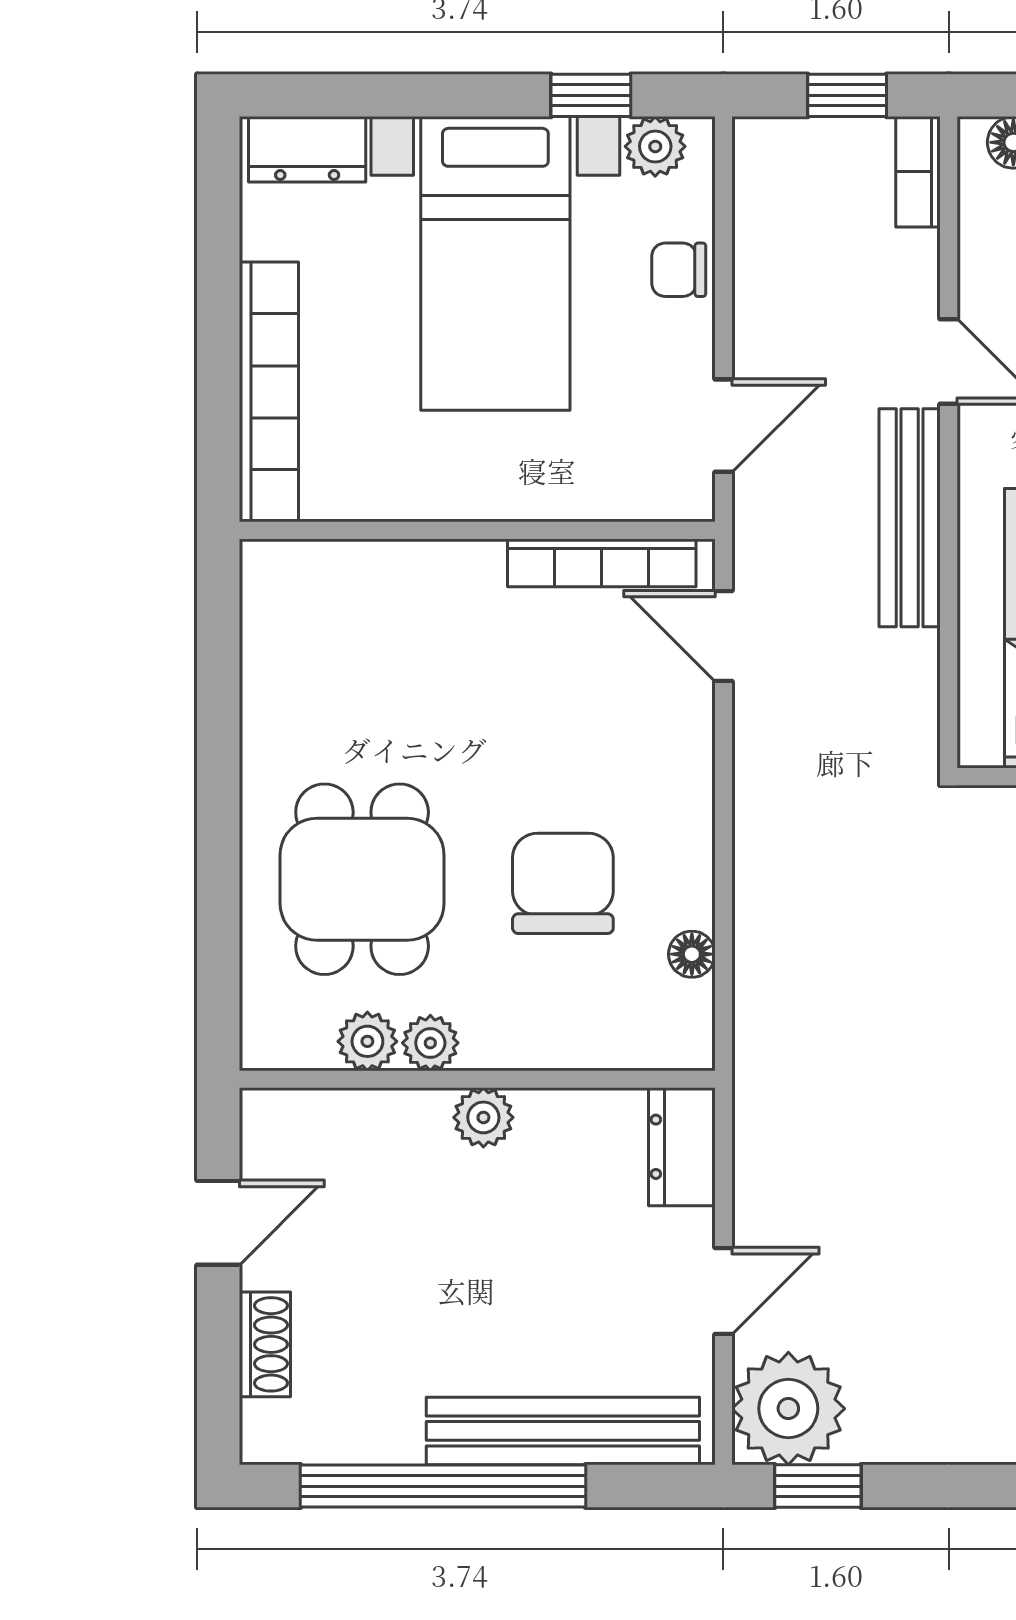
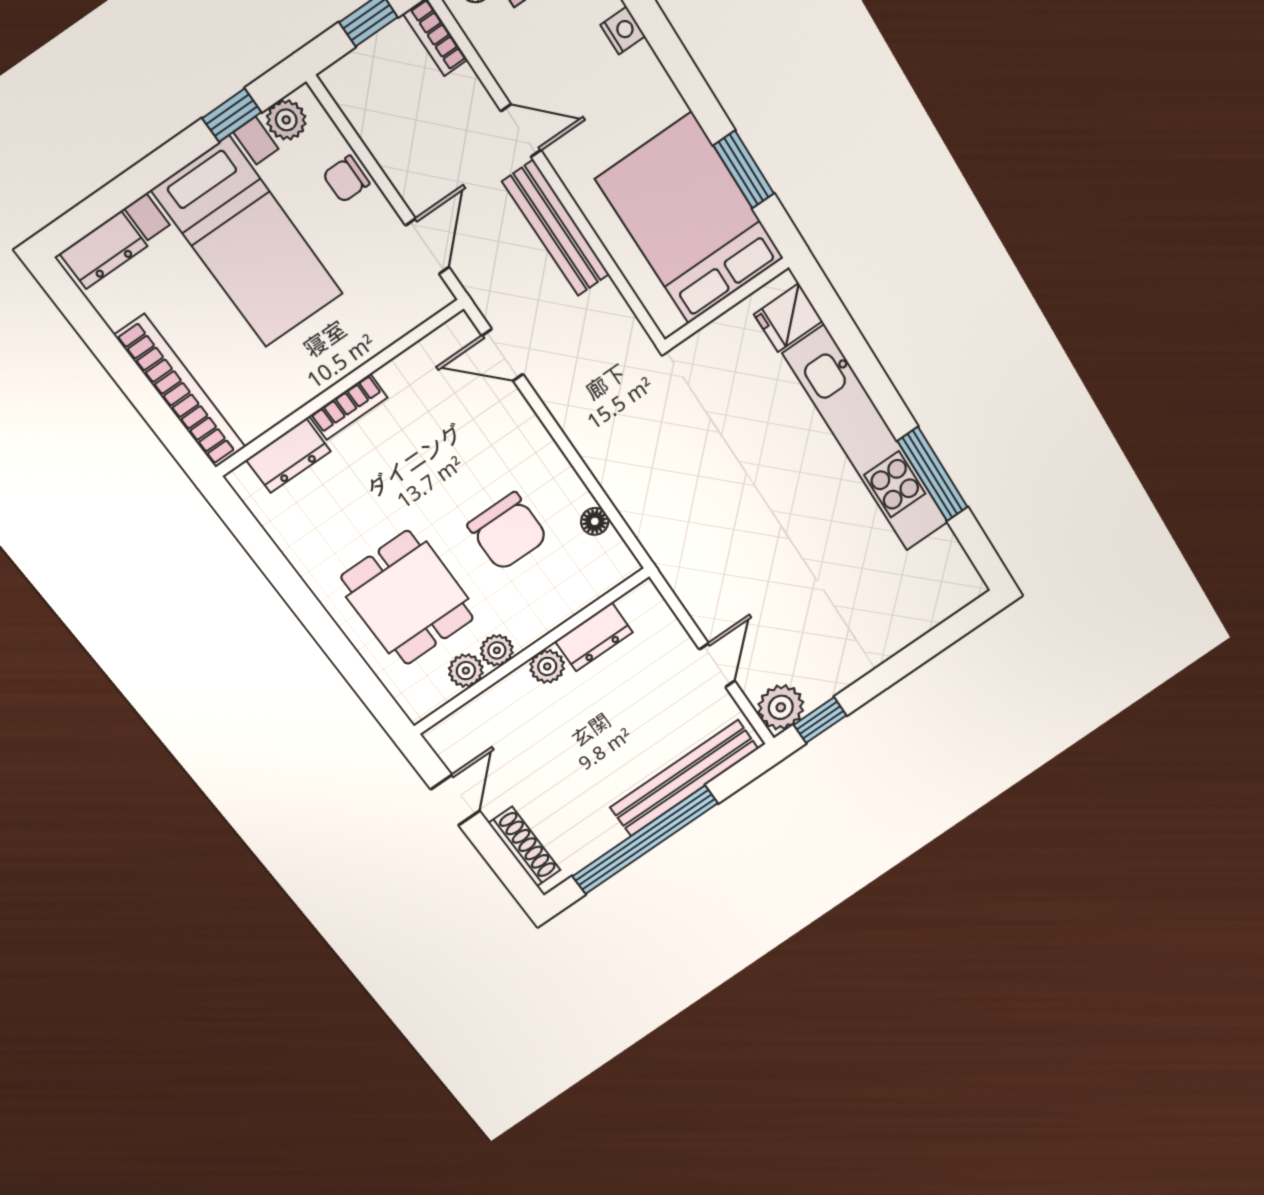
bookcase: (602, 563) -> (348, 407), moved, width x0.64
dresser: (345, 572) -> (288, 456), added
chair: (563, 883) -> (508, 532), turned 180
dresser: (682, 1147) -> (594, 637), moved, turned -90
shoe rack: (265, 1344) -> (525, 847), width x1.43
plant: (788, 1409) -> (781, 707), width x0.73, depth x0.73

